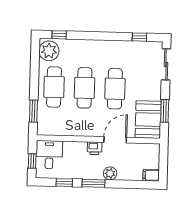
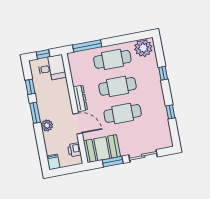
window: (59, 35) -> (163, 73), moved
window: (139, 37) -> (170, 112), moved
sliding door: (166, 64) -> (143, 156), moved
window: (33, 111) -> (87, 46), width x1.44
dresser: (89, 131) -> (80, 98), added
printer: (95, 148) -> (74, 150), moved

